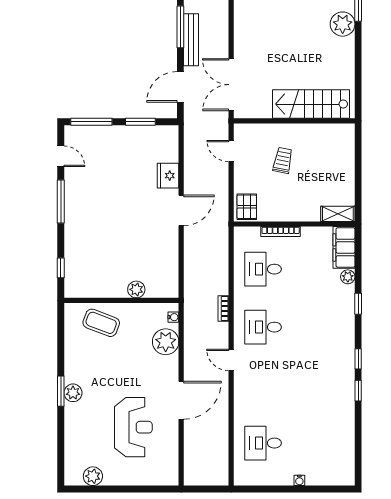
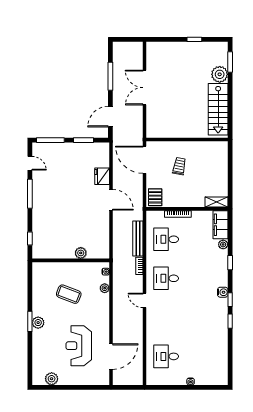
bench: (191, 40) -> (138, 239), moved
double door: (231, 85) -> (145, 88), moved
stairs: (311, 104) -> (218, 109), moved, turned -90
door: (231, 151) -> (145, 160), width x1.88
door: (181, 210) -> (111, 200), hinge flipped
coffee table: (101, 323) -> (69, 294), moved
plant: (166, 342) -> (105, 288), width x0.53, depth x0.53
water cooler: (347, 348) -> (223, 292), added
door: (181, 400) -> (111, 357), moved
reception desk: (133, 427) -> (79, 346), turned 180

